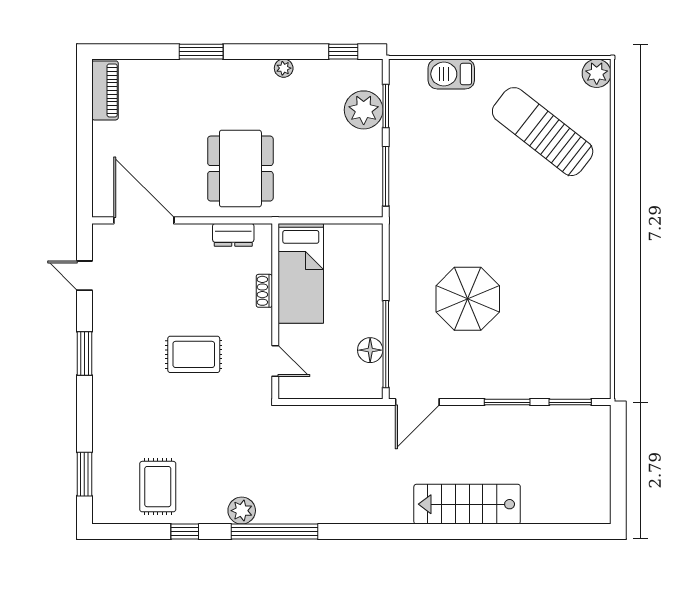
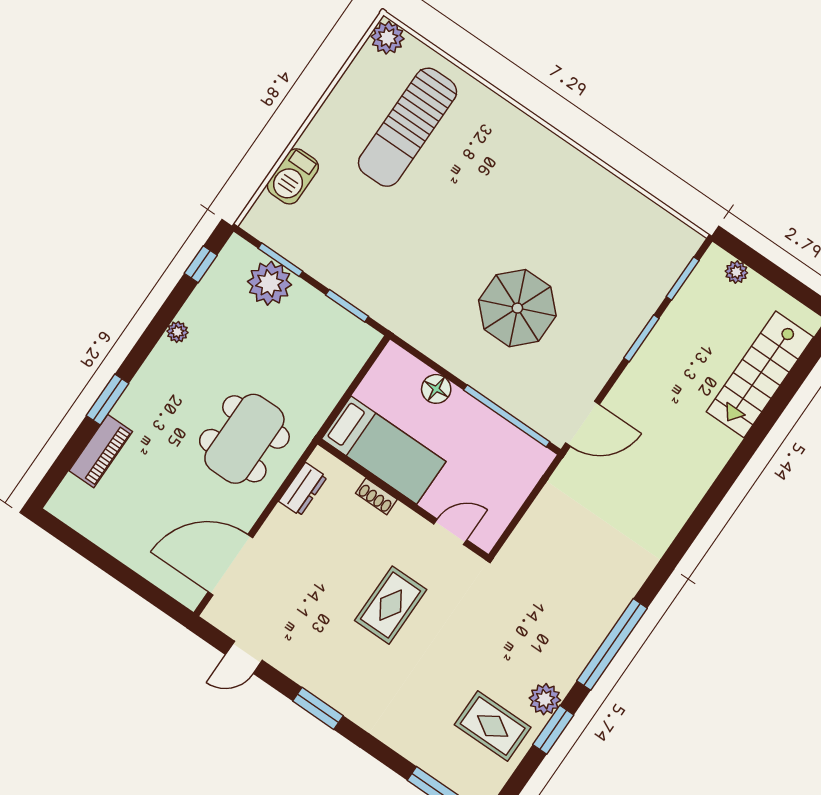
piano: (105, 90) -> (101, 451), moved, turned 90
sun lounger: (543, 132) -> (408, 127), turned -38
dining table: (240, 169) -> (244, 439), turned 90
window: (386, 176) -> (347, 306), width x0.69
floor lamp: (370, 350) -> (436, 389), moved
door: (417, 402) -> (582, 424), hinge flipped
plant: (601, 437) -> (736, 272), added
stairs: (467, 504) -> (760, 374), moved
plant: (242, 511) -> (545, 699), moved
window: (185, 532) -> (553, 730), width x1.50

